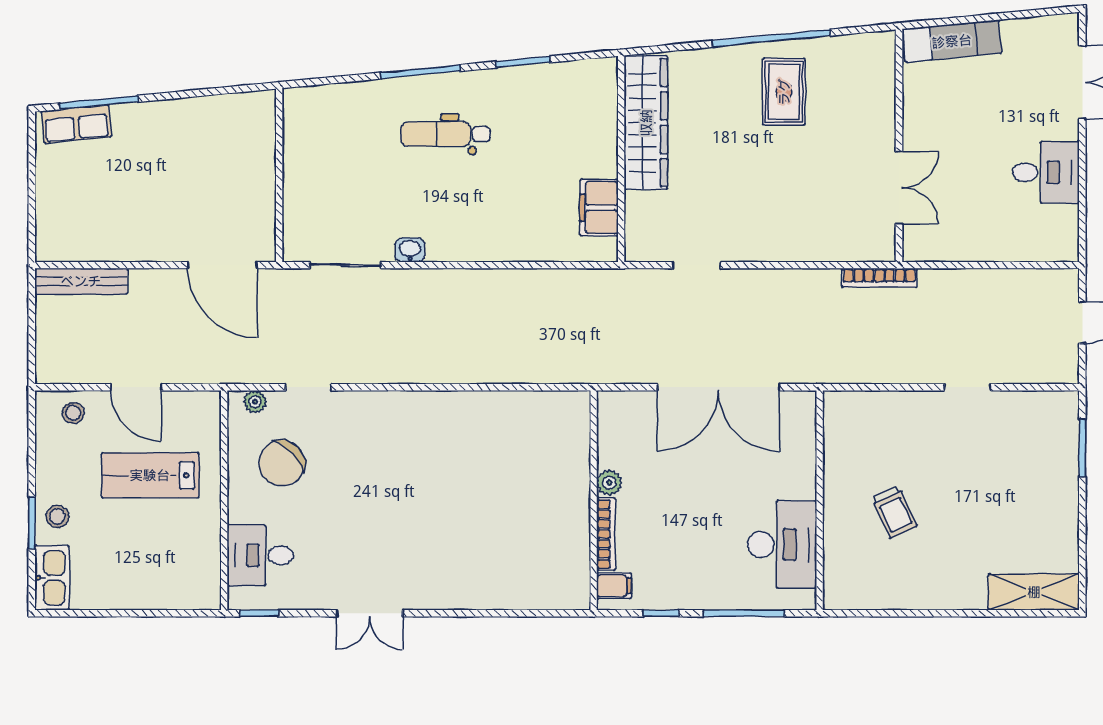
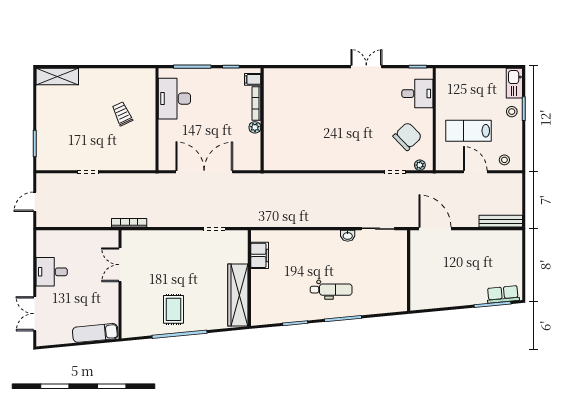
lab bench: (150, 475) -> (469, 131), turned 180

